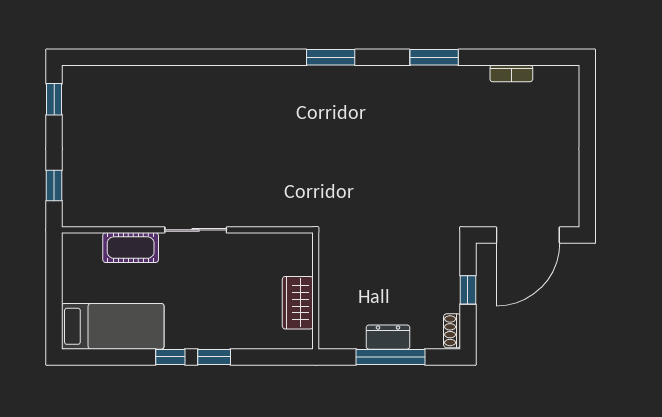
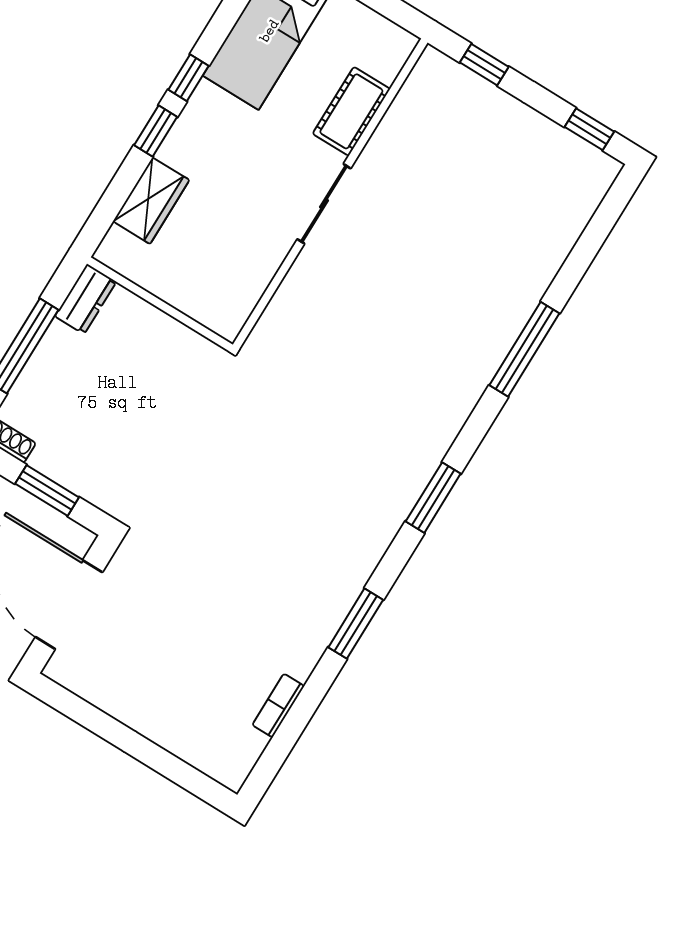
window: (209, 57) -> (524, 349), added
window: (468, 290) -> (47, 490), width x1.50
wardrobe: (298, 303) -> (151, 201), moved, turned 90
dresser: (388, 337) -> (86, 299), moved

